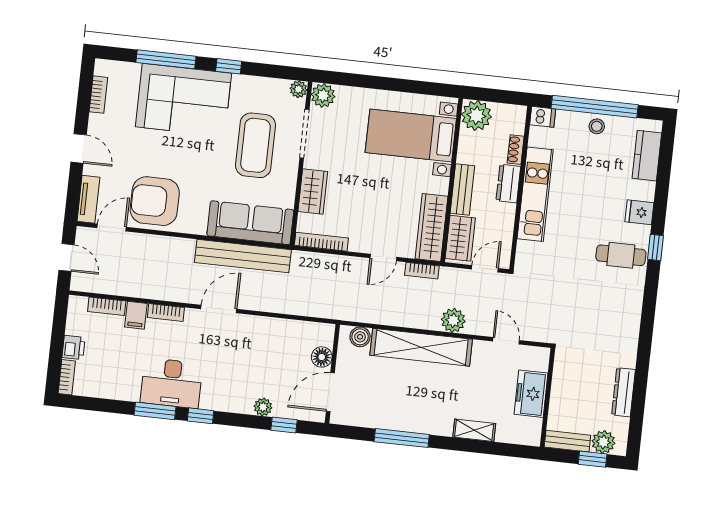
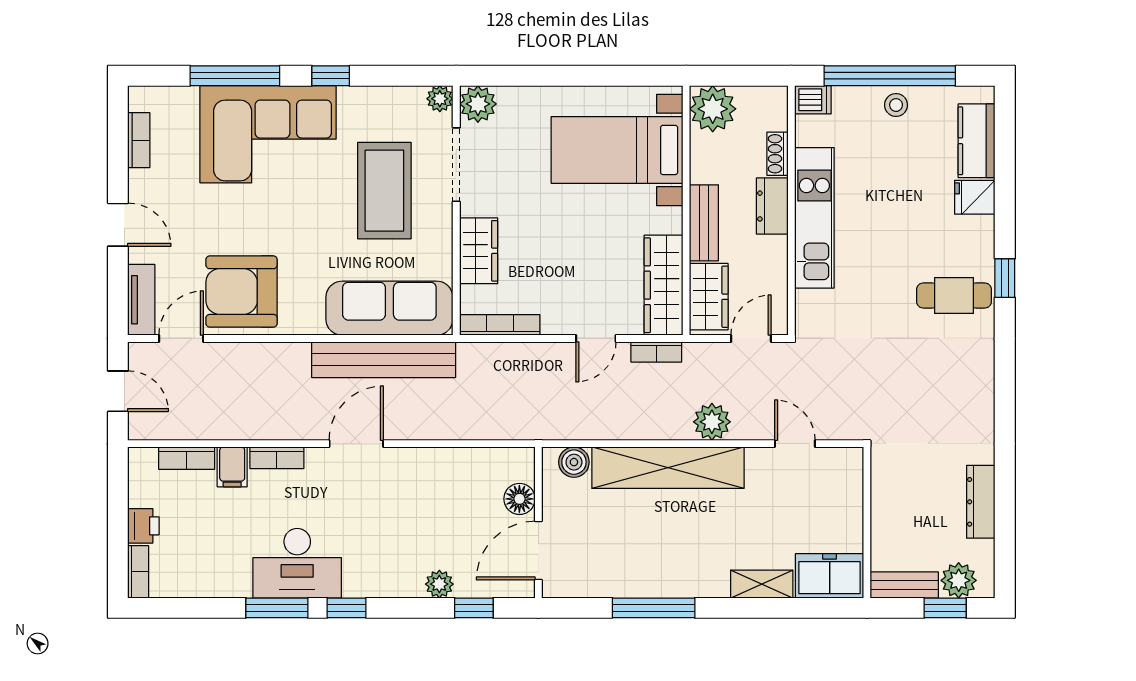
fridge: (639, 212) -> (975, 197), moved
freezer: (531, 394) -> (830, 576), moved, turned 90

